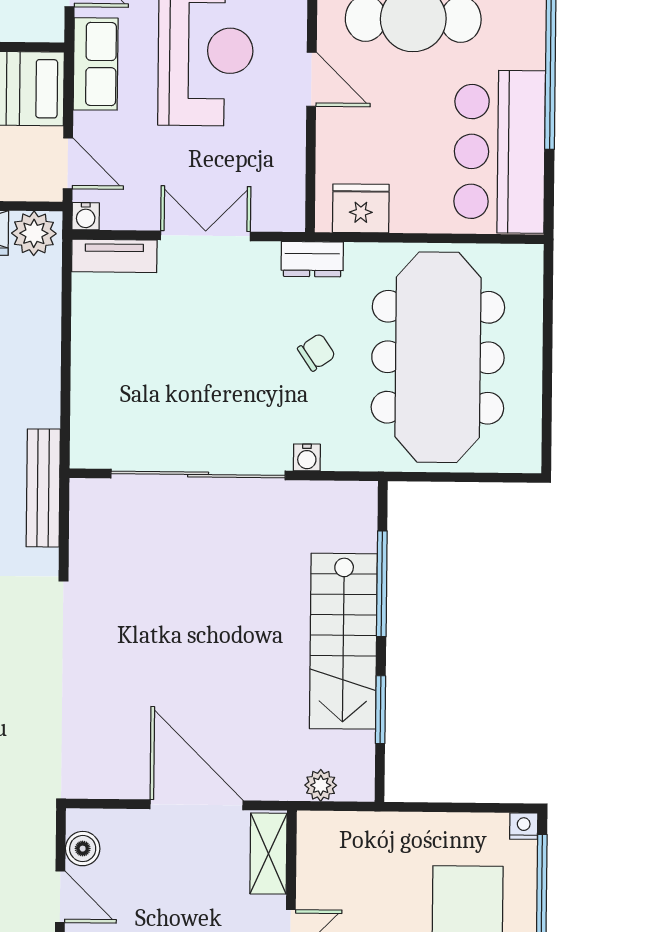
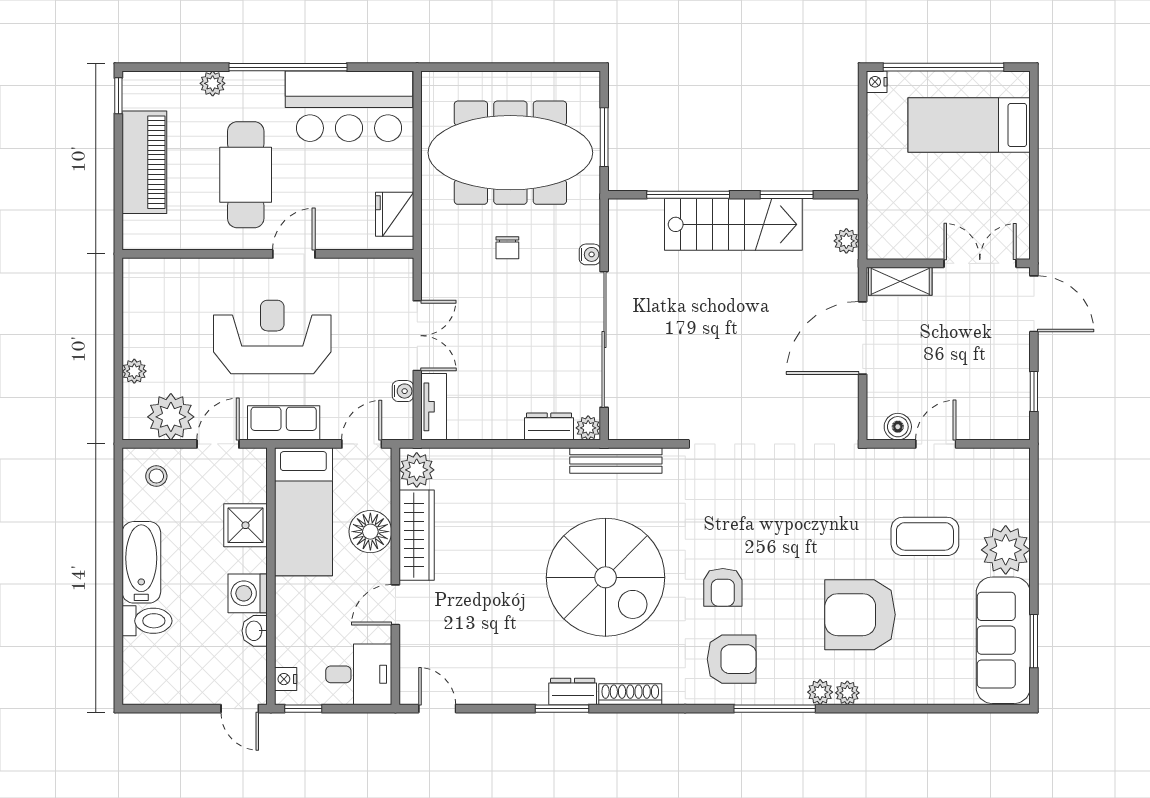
water cooler: (86, 216) -> (403, 391), moved
double door: (205, 236) -> (417, 336), swing flipped
dresser: (312, 259) -> (549, 426), moved, turned -90
chair: (317, 352) -> (507, 248), turned -146
plant: (85, 453) -> (588, 428), added
window: (457, 477) -> (604, 137), added

